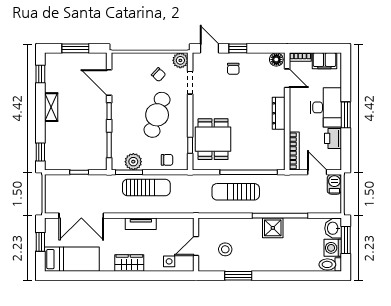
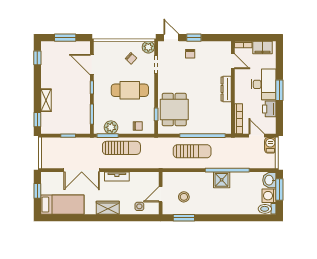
floor lamp: (276, 60) -> (224, 46), removed
shelving: (51, 107) -> (46, 100), moved
cafe table: (157, 115) -> (130, 90), turned 72
sun lounger: (236, 192) -> (192, 151), turned 180
double door: (81, 216) -> (82, 170), moved
window: (238, 276) -> (184, 218), moved

